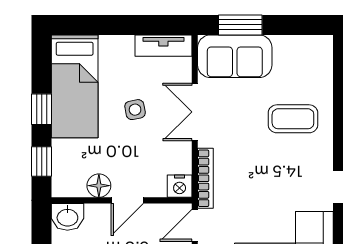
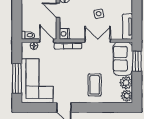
plant: (317, 48) -> (127, 96), added
plant: (288, 49) -> (126, 83), added

